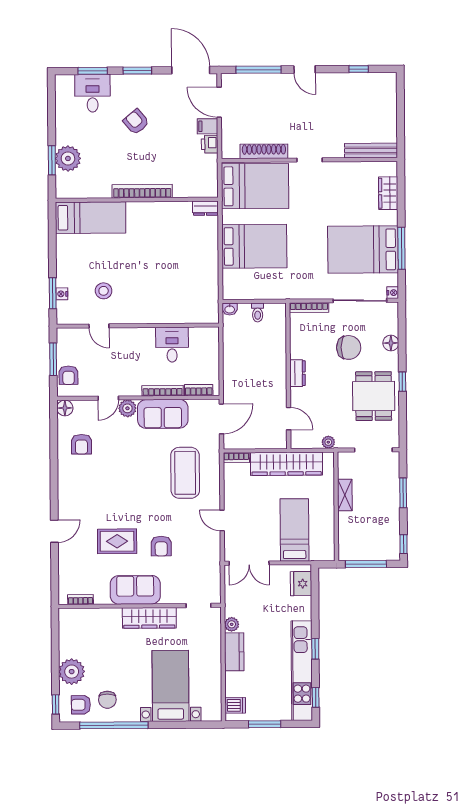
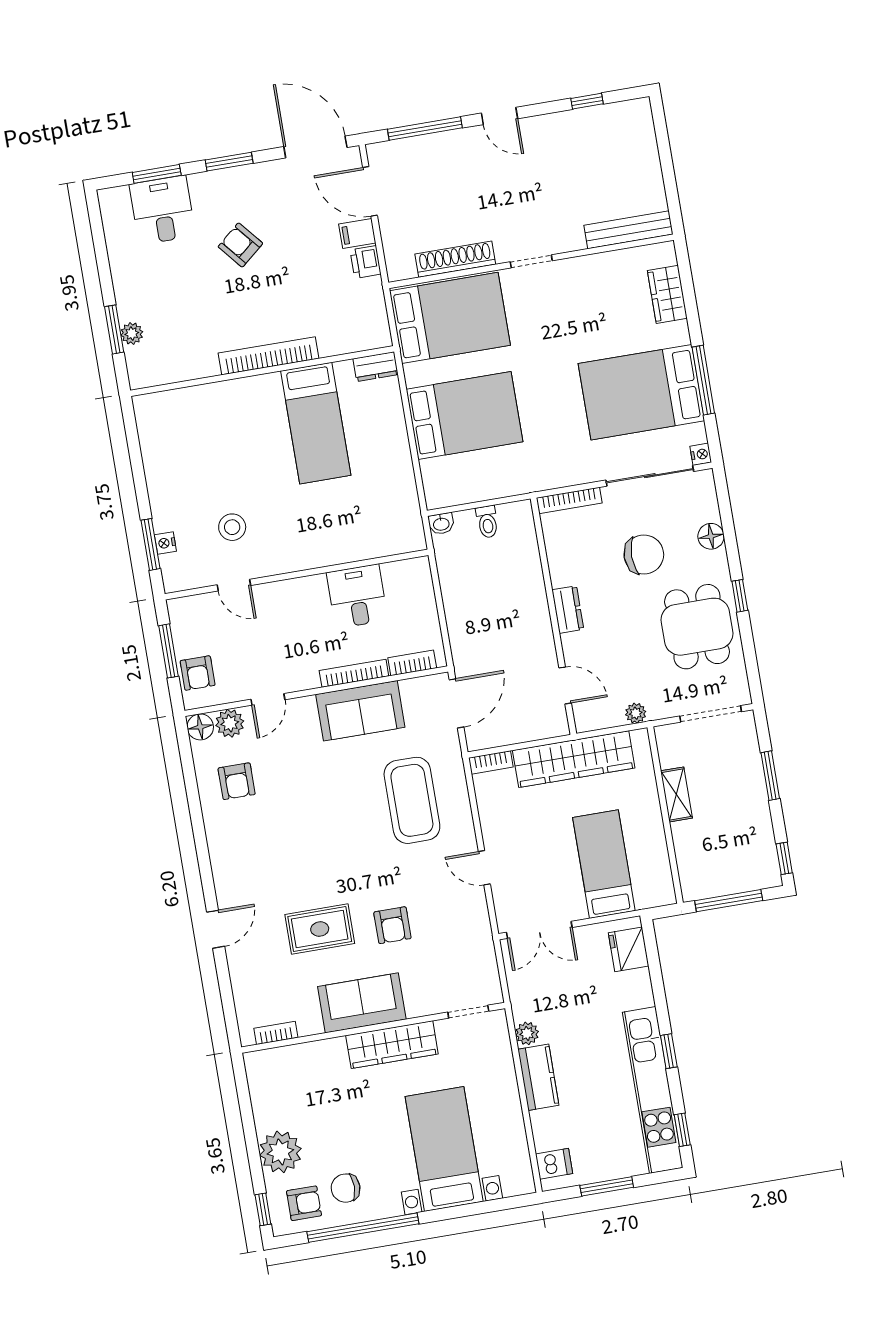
plant: (68, 158) -> (132, 333), width x0.53, depth x0.53
bed: (91, 218) -> (316, 423), moved, turned 90
plant: (127, 408) -> (230, 723), moved
chair: (107, 700) -> (346, 1188), turned 90
armchair: (81, 705) -> (304, 1203), turned 180

